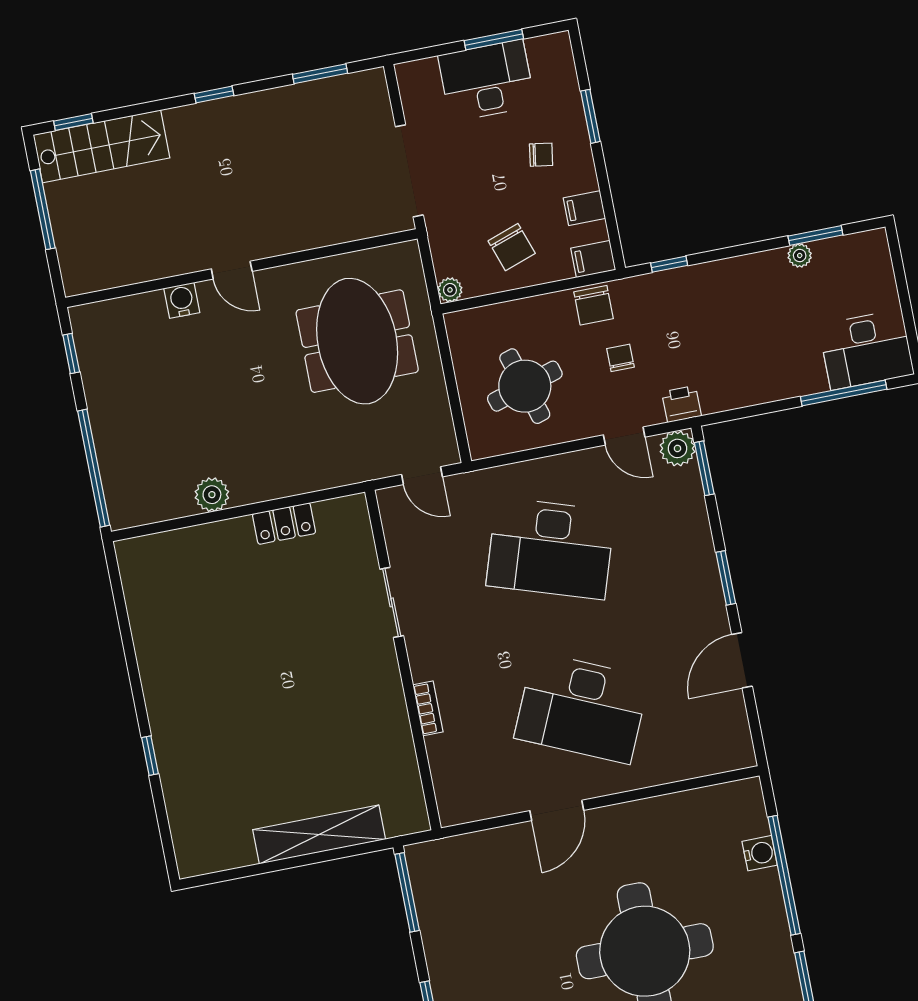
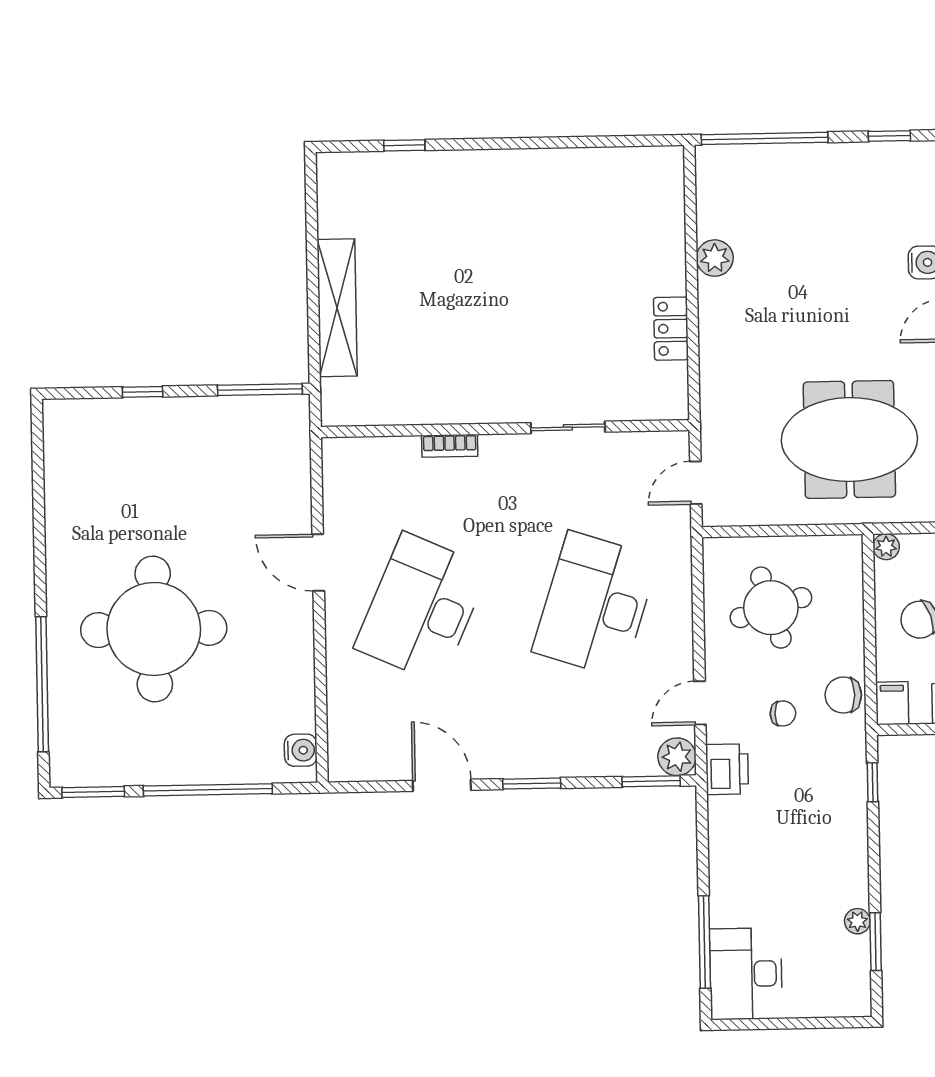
printer: (682, 404) -> (727, 769), width x1.36, depth x1.24
window: (150, 756) -> (404, 145), moved
water cooler: (760, 853) -> (301, 750), moved, turned -90

